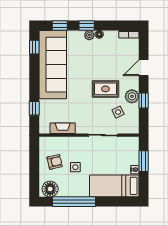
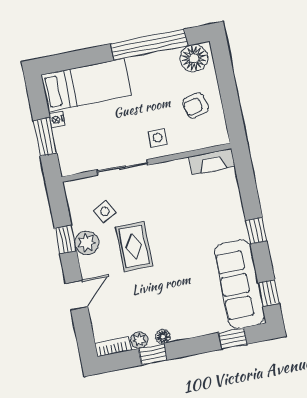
window: (87, 25) -> (153, 354), moved
plant: (89, 35) -> (139, 340), moved
sofa: (53, 65) -> (240, 284), width x0.74, depth x0.79
rug: (105, 89) -> (134, 246), turned 90
window: (34, 108) -> (256, 231), moved
fireplace: (63, 128) -> (212, 161), moved
side table: (75, 167) -> (158, 138), moved

